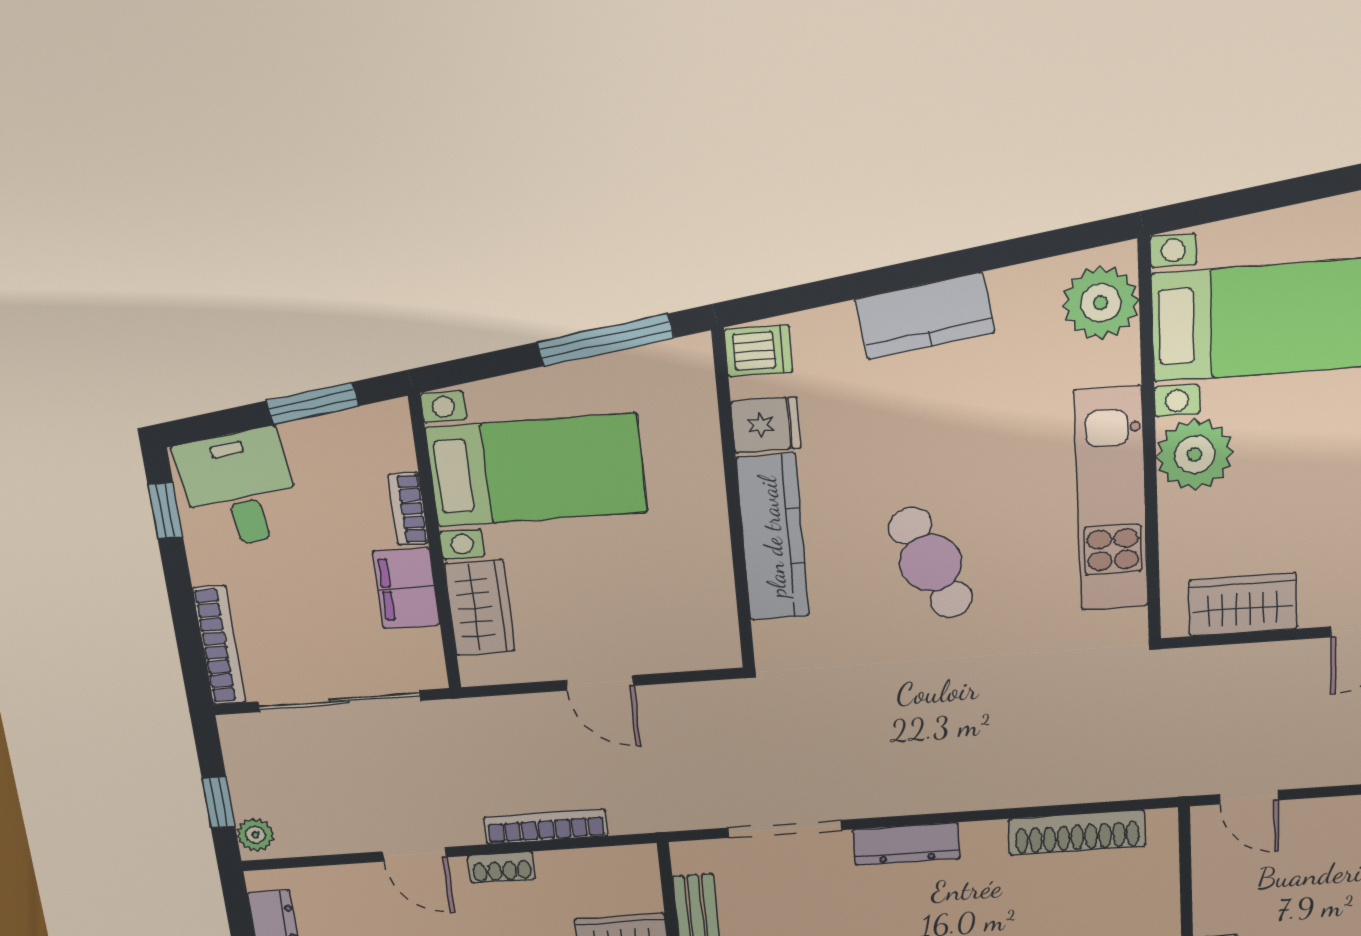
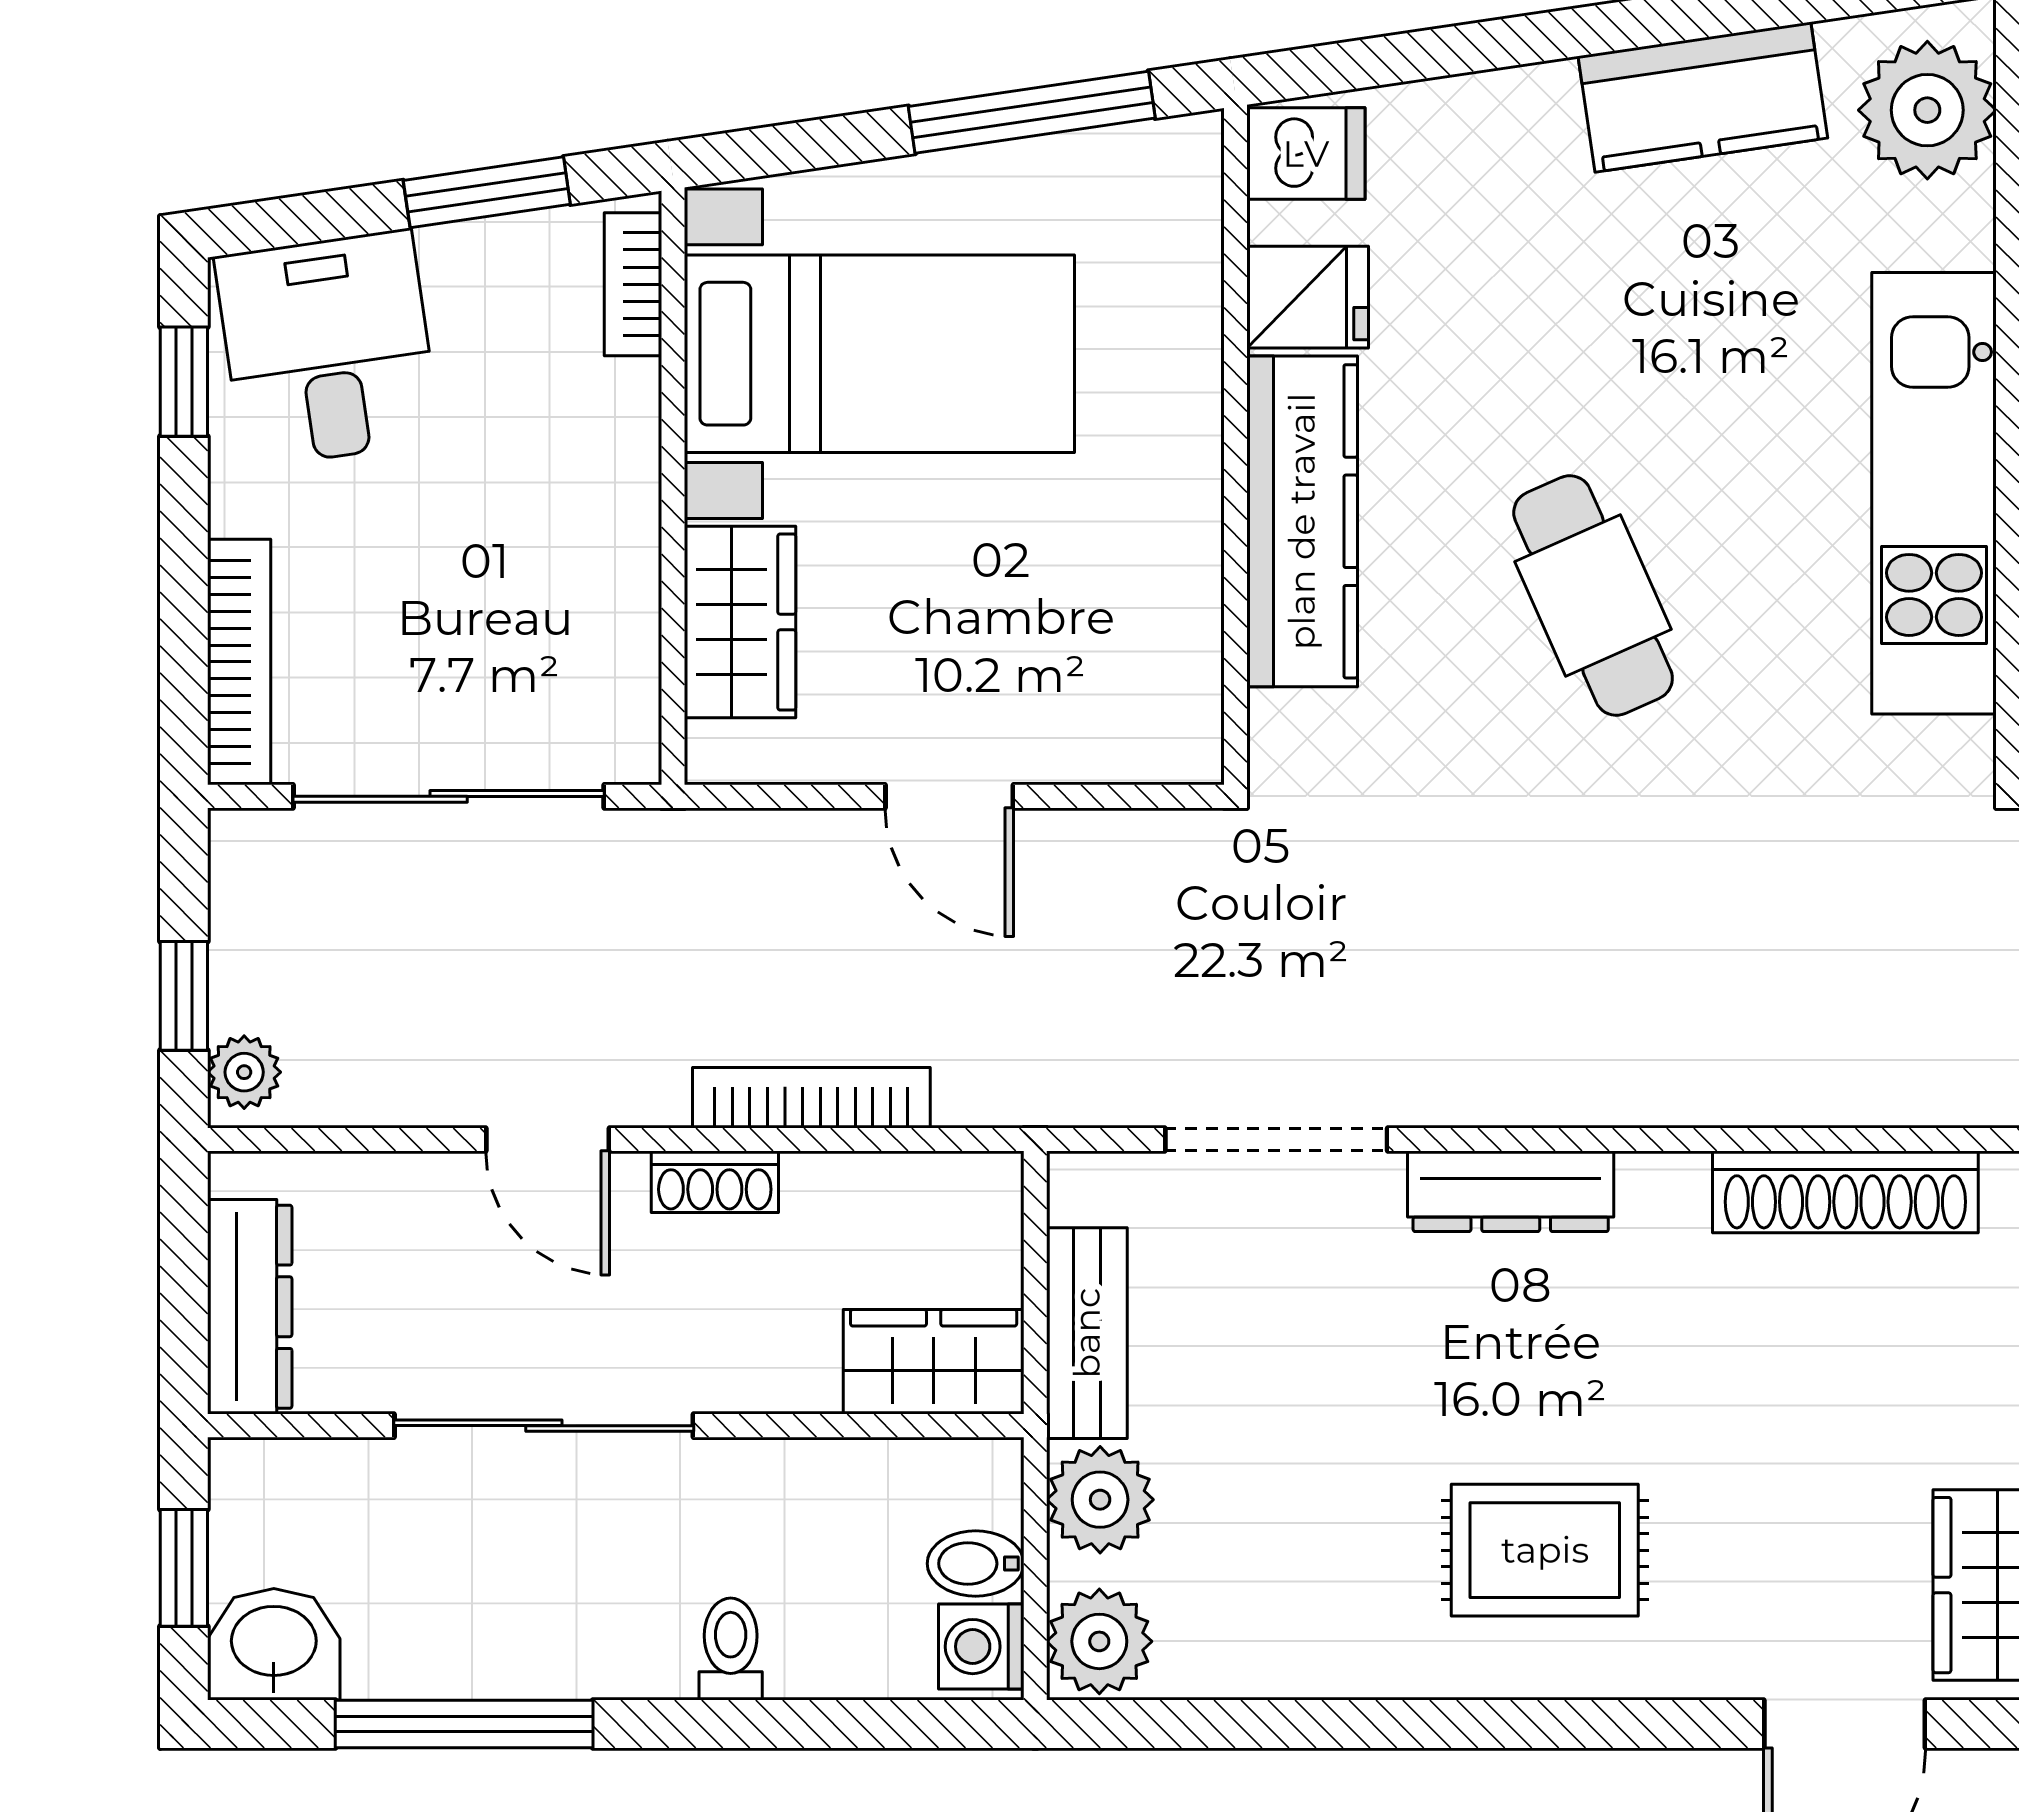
kitchen counter: (925, 316) -> (1703, 97), moved
bookcase: (408, 509) -> (633, 284), moved
filing cabinet: (406, 588) -> (608, 572), removed

